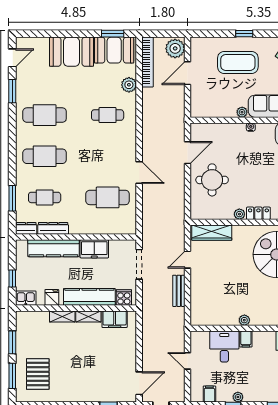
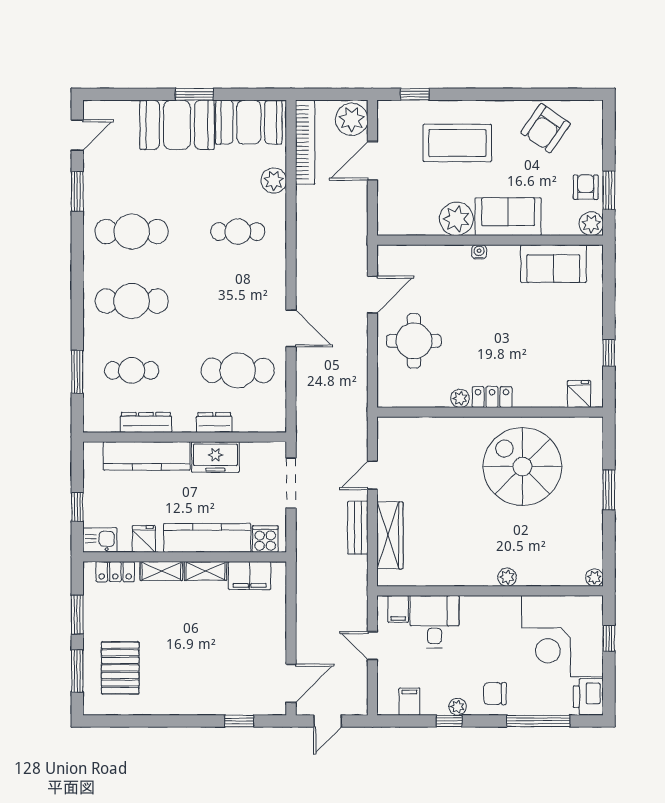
window: (113, 34) -> (194, 94), moved
window: (244, 34) -> (415, 94), moved
plant: (242, 112) -> (456, 219), width x1.88, depth x1.88
dresser: (26, 228) -> (214, 423), moved
wardrobe: (212, 233) -> (390, 535), moved, turned -90
locker: (35, 317) -> (115, 572), added
plant: (244, 320) -> (507, 577), moved
filing cabinet: (246, 339) -> (398, 609), moved
chair: (260, 389) -> (495, 694), added

